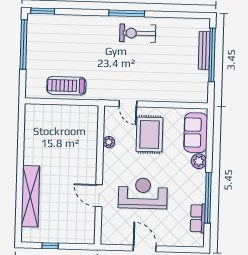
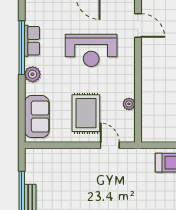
plant: (199, 161) -> (33, 74), moved
door: (99, 196) -> (138, 25), moved
row of seats: (198, 218) -> (32, 41), moved

